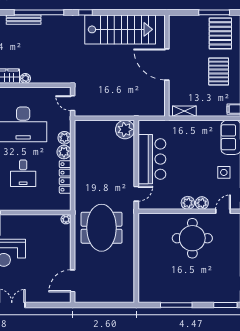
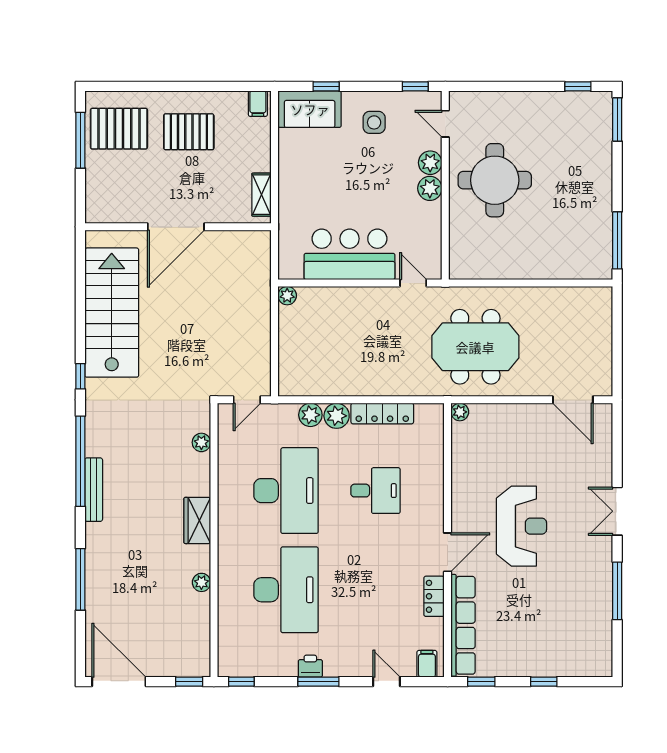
plant: (25, 78) -> (201, 442), moved
plant: (125, 129) -> (287, 296), width x0.53, depth x0.53
window: (176, 305) -> (617, 240), moved

